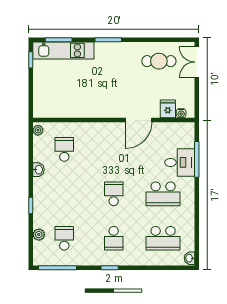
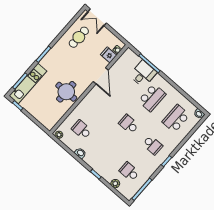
round table: (90, 98) -> (66, 92), added
school desk: (163, 238) -> (176, 119), turned 180

